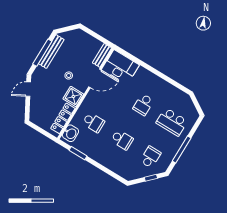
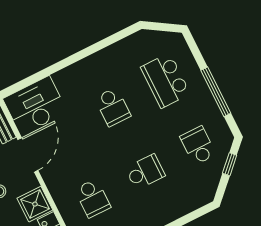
school desk: (93, 122) -> (93, 198), turned 90
school desk: (172, 122) -> (165, 81), turned 90

